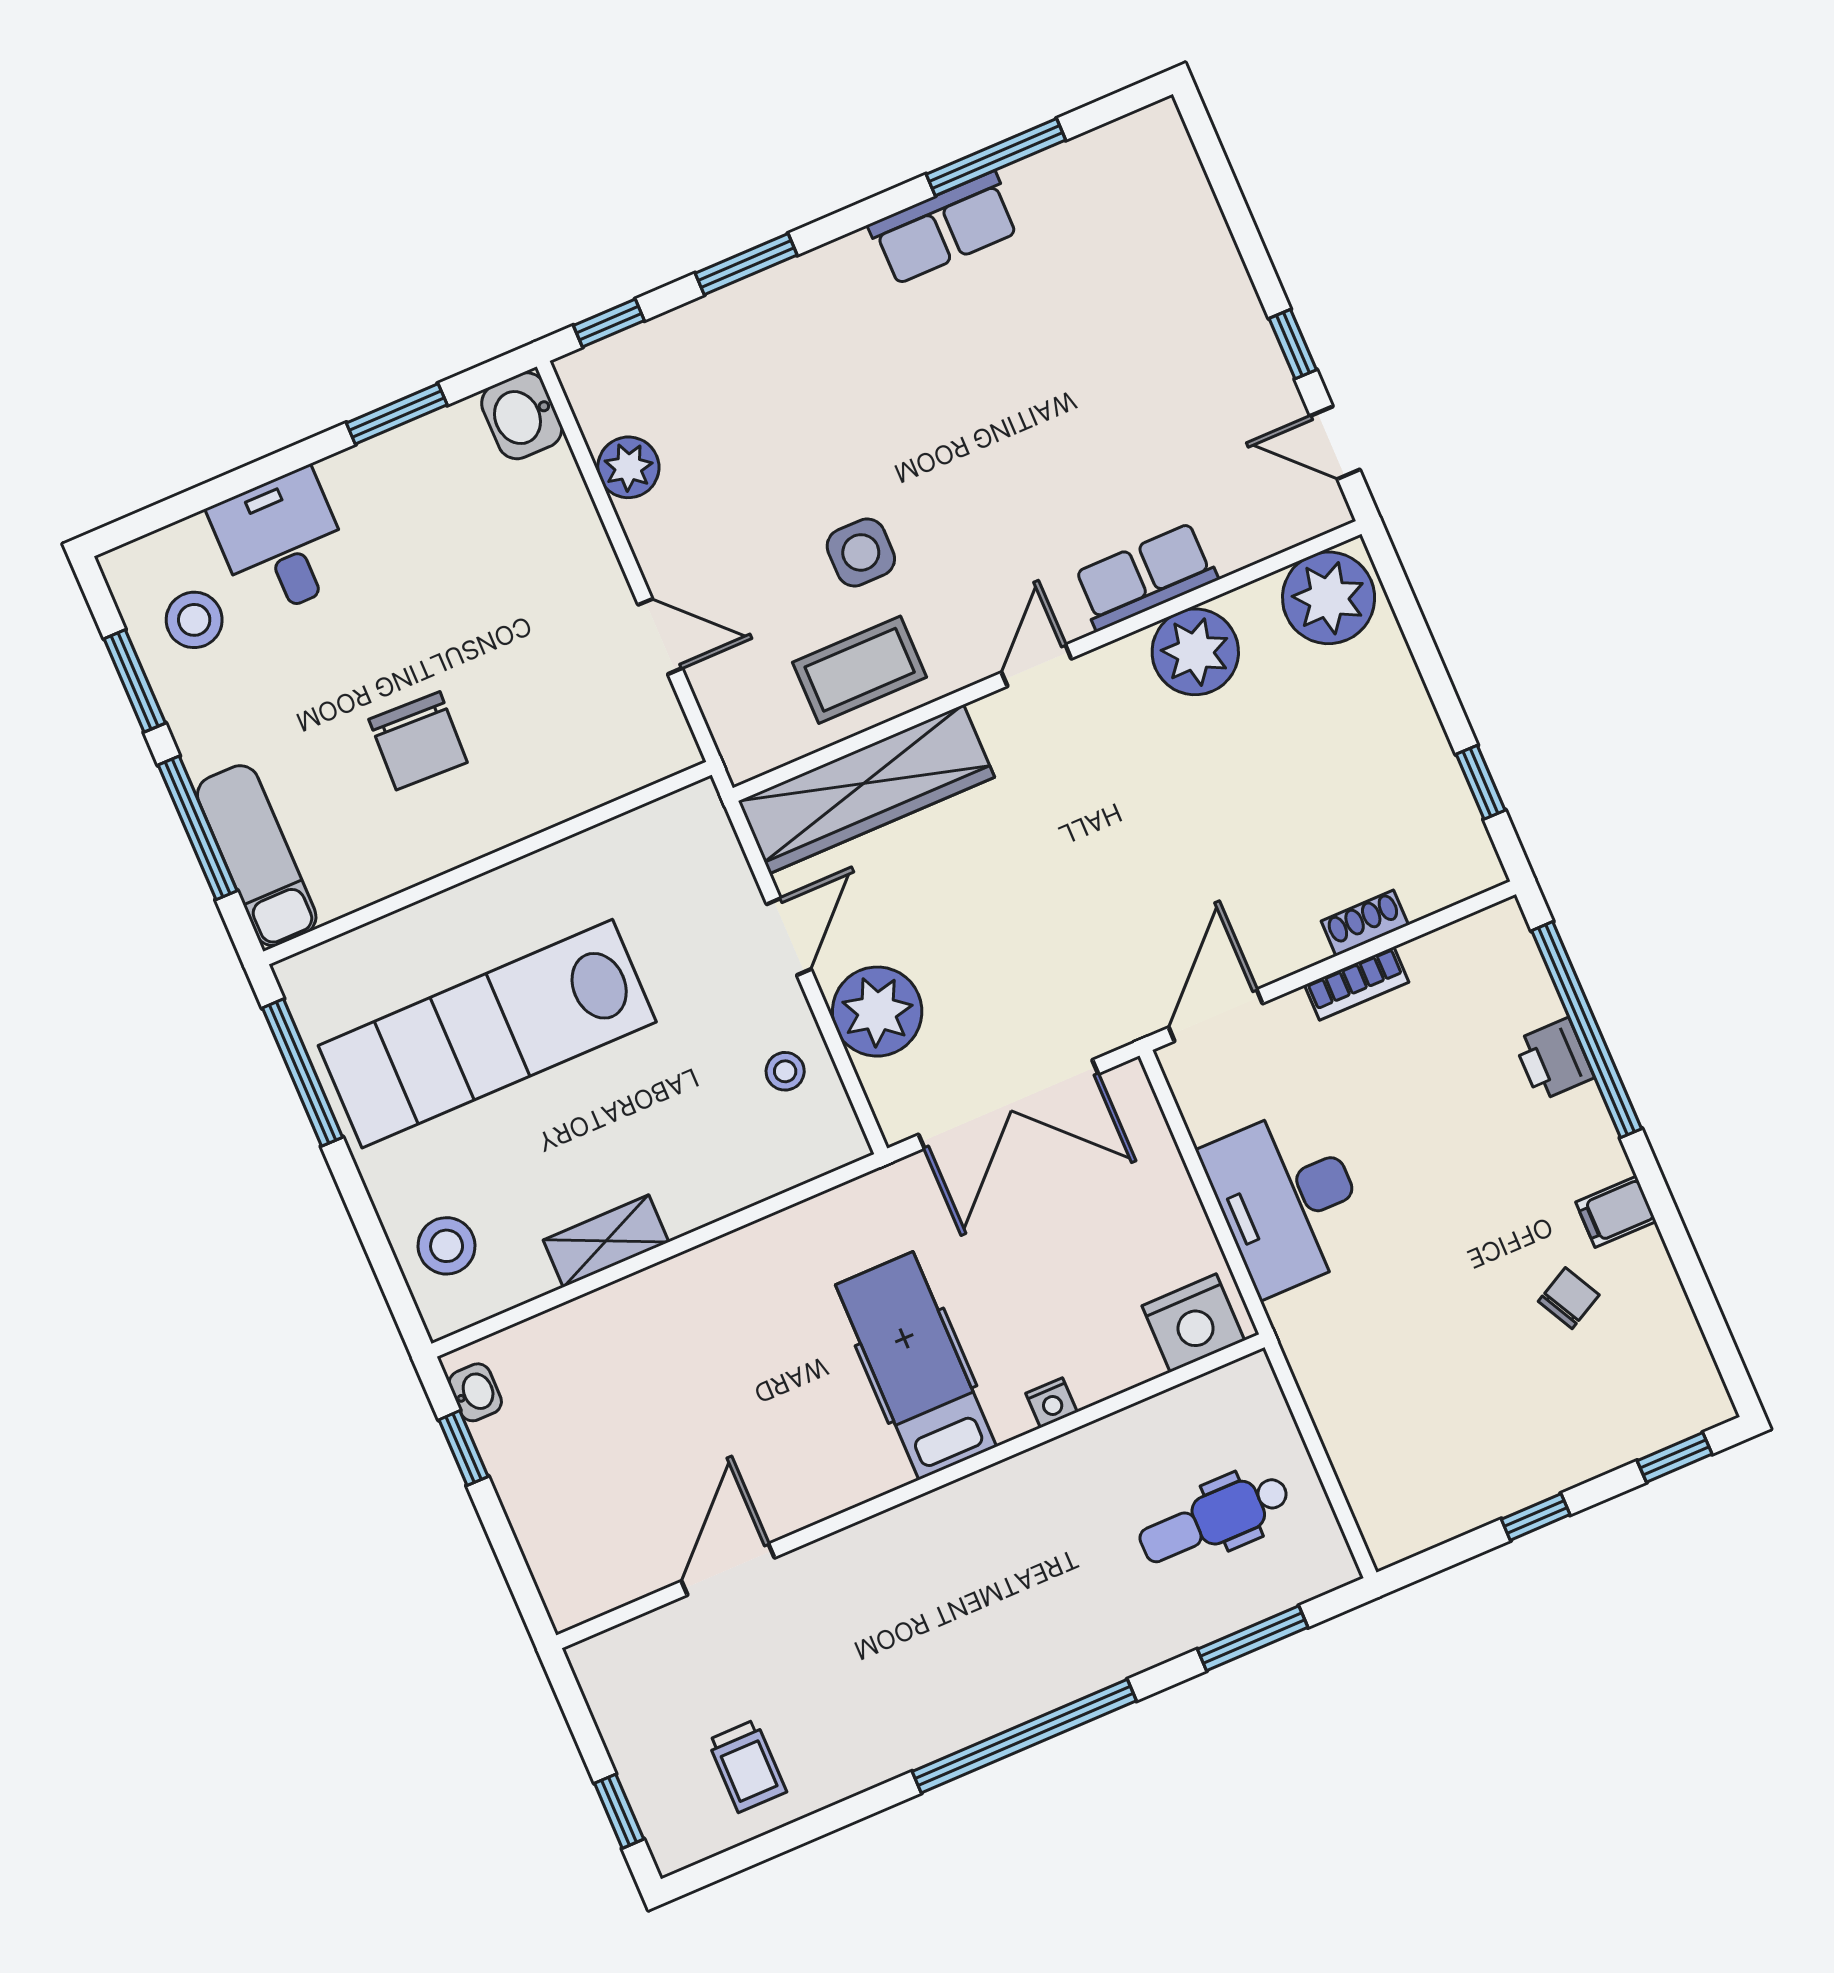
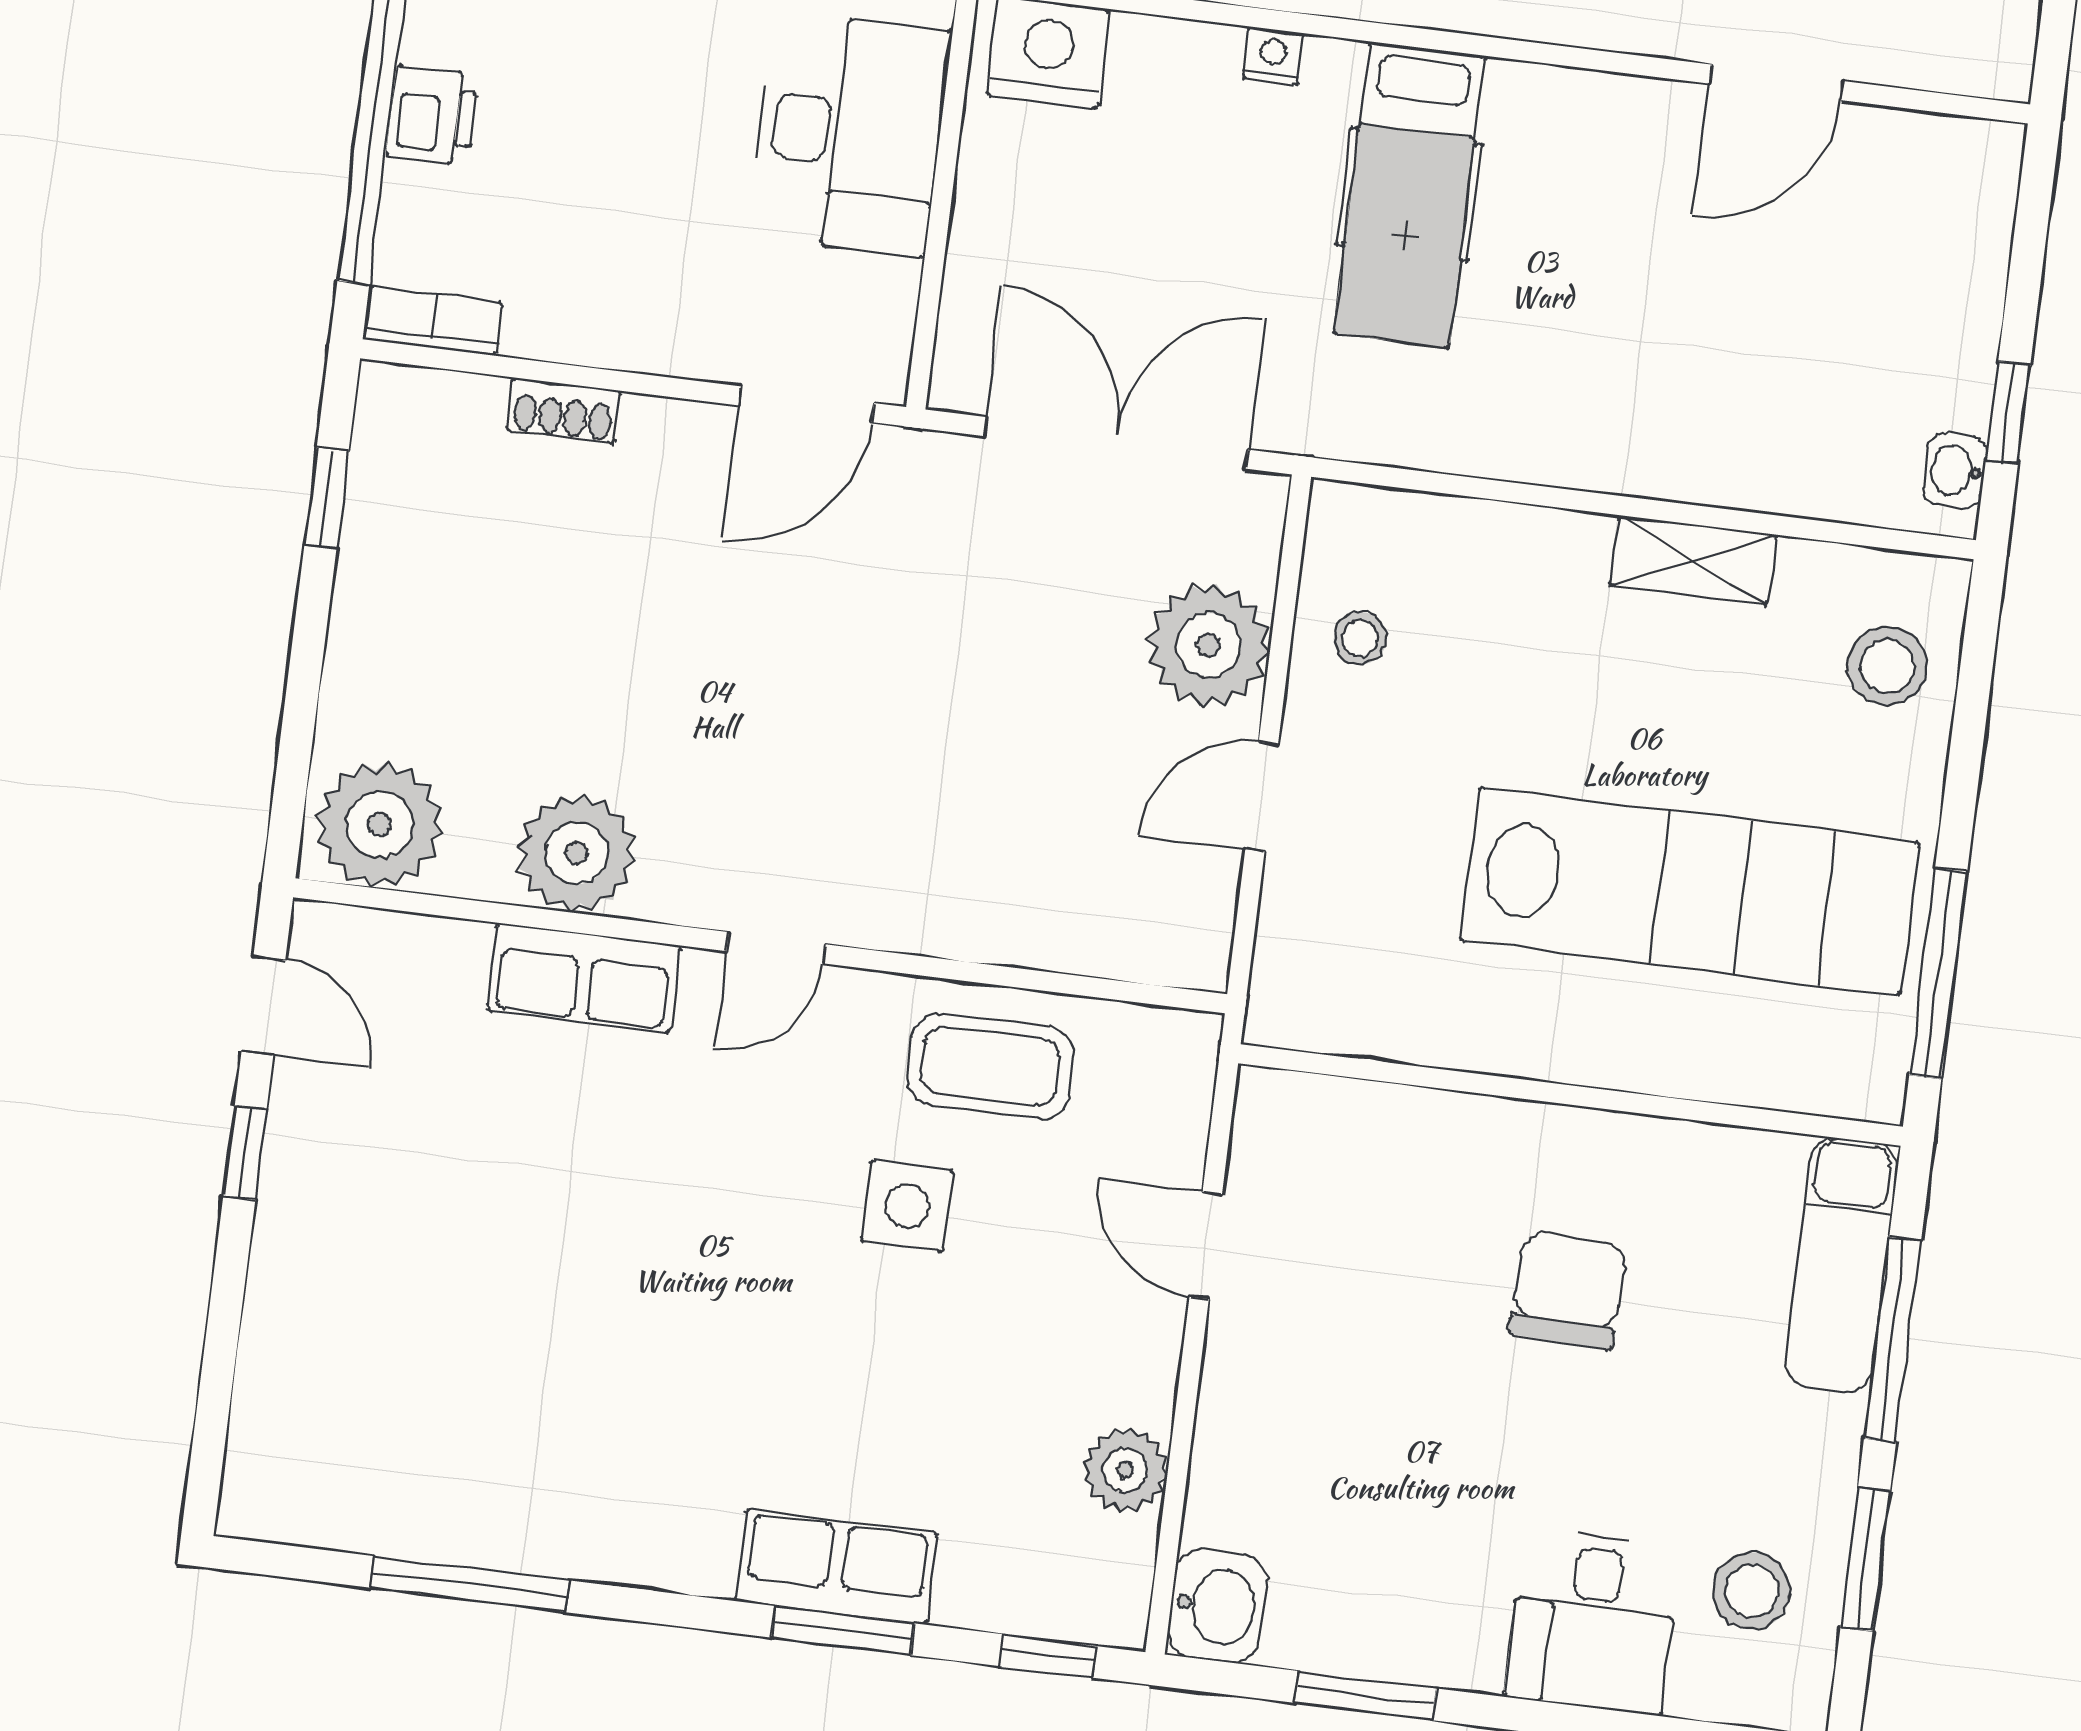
row of seats: (944, 228) -> (836, 1567), moved
wardrobe: (866, 789) -> (1066, 919), removed
bookcase: (1357, 984) -> (432, 321), moved

